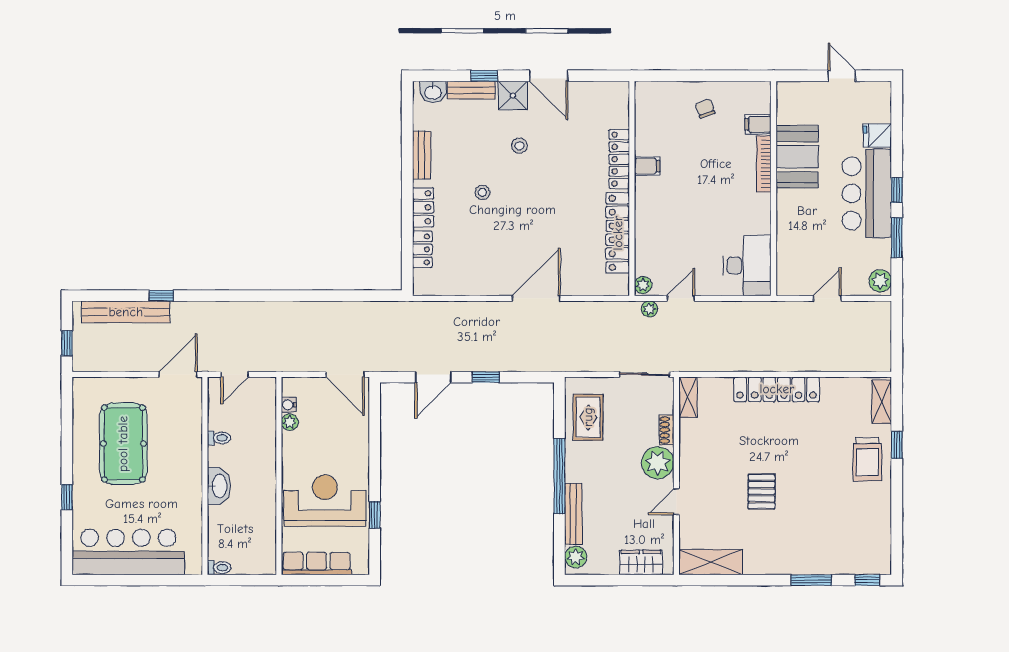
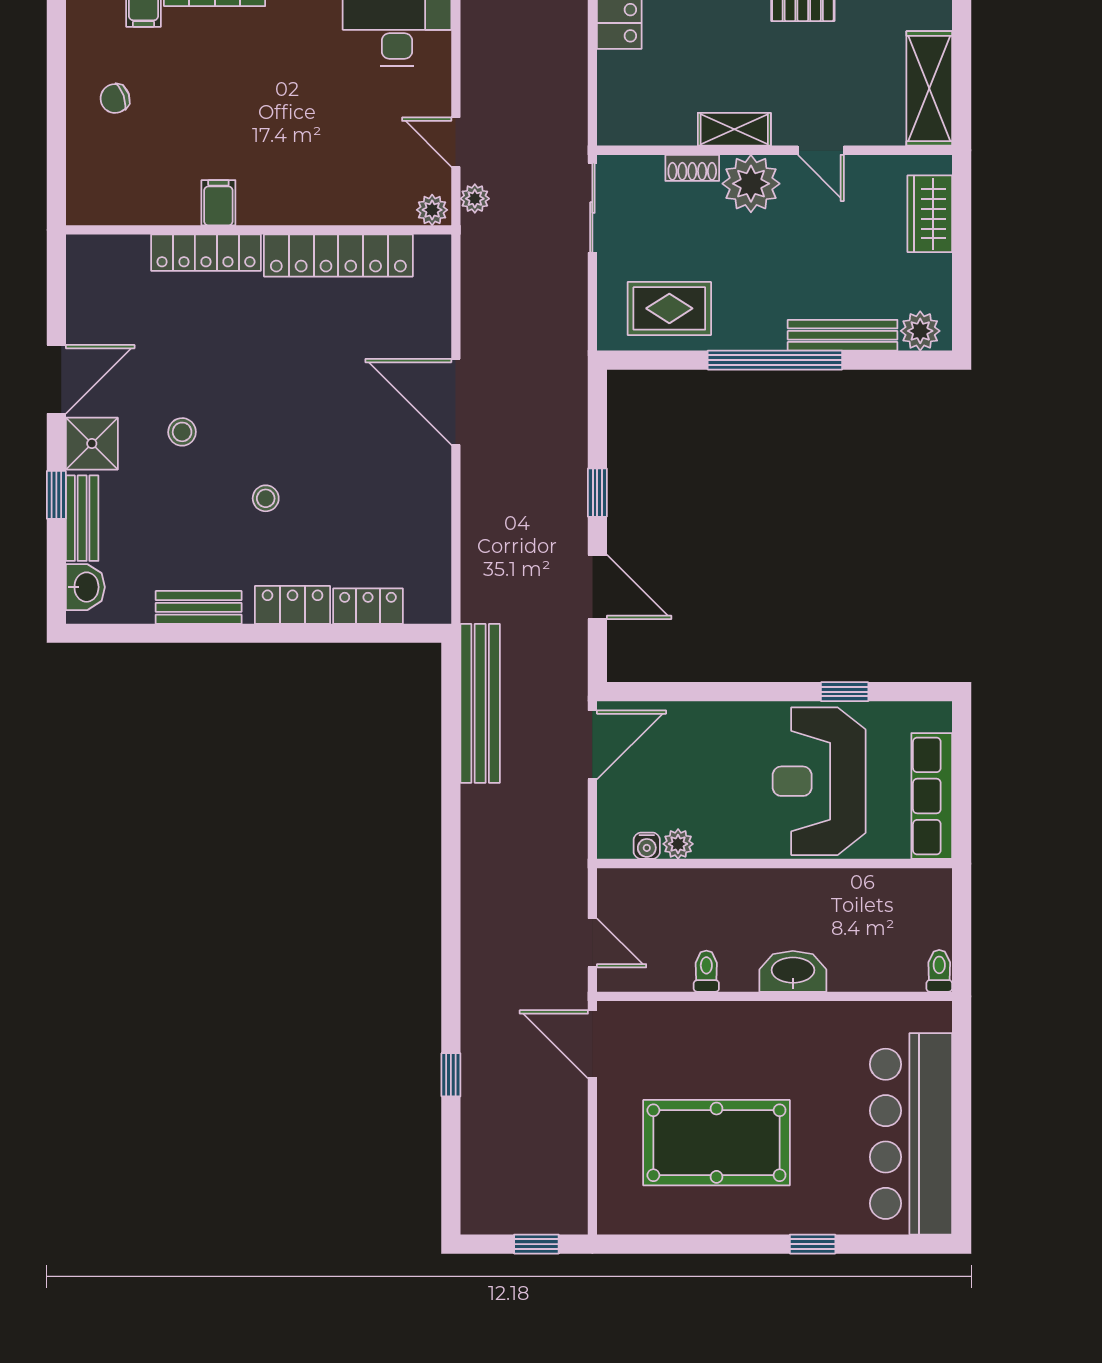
bench: (126, 312) -> (480, 703), moved
shelving: (688, 397) -> (734, 129), moved

